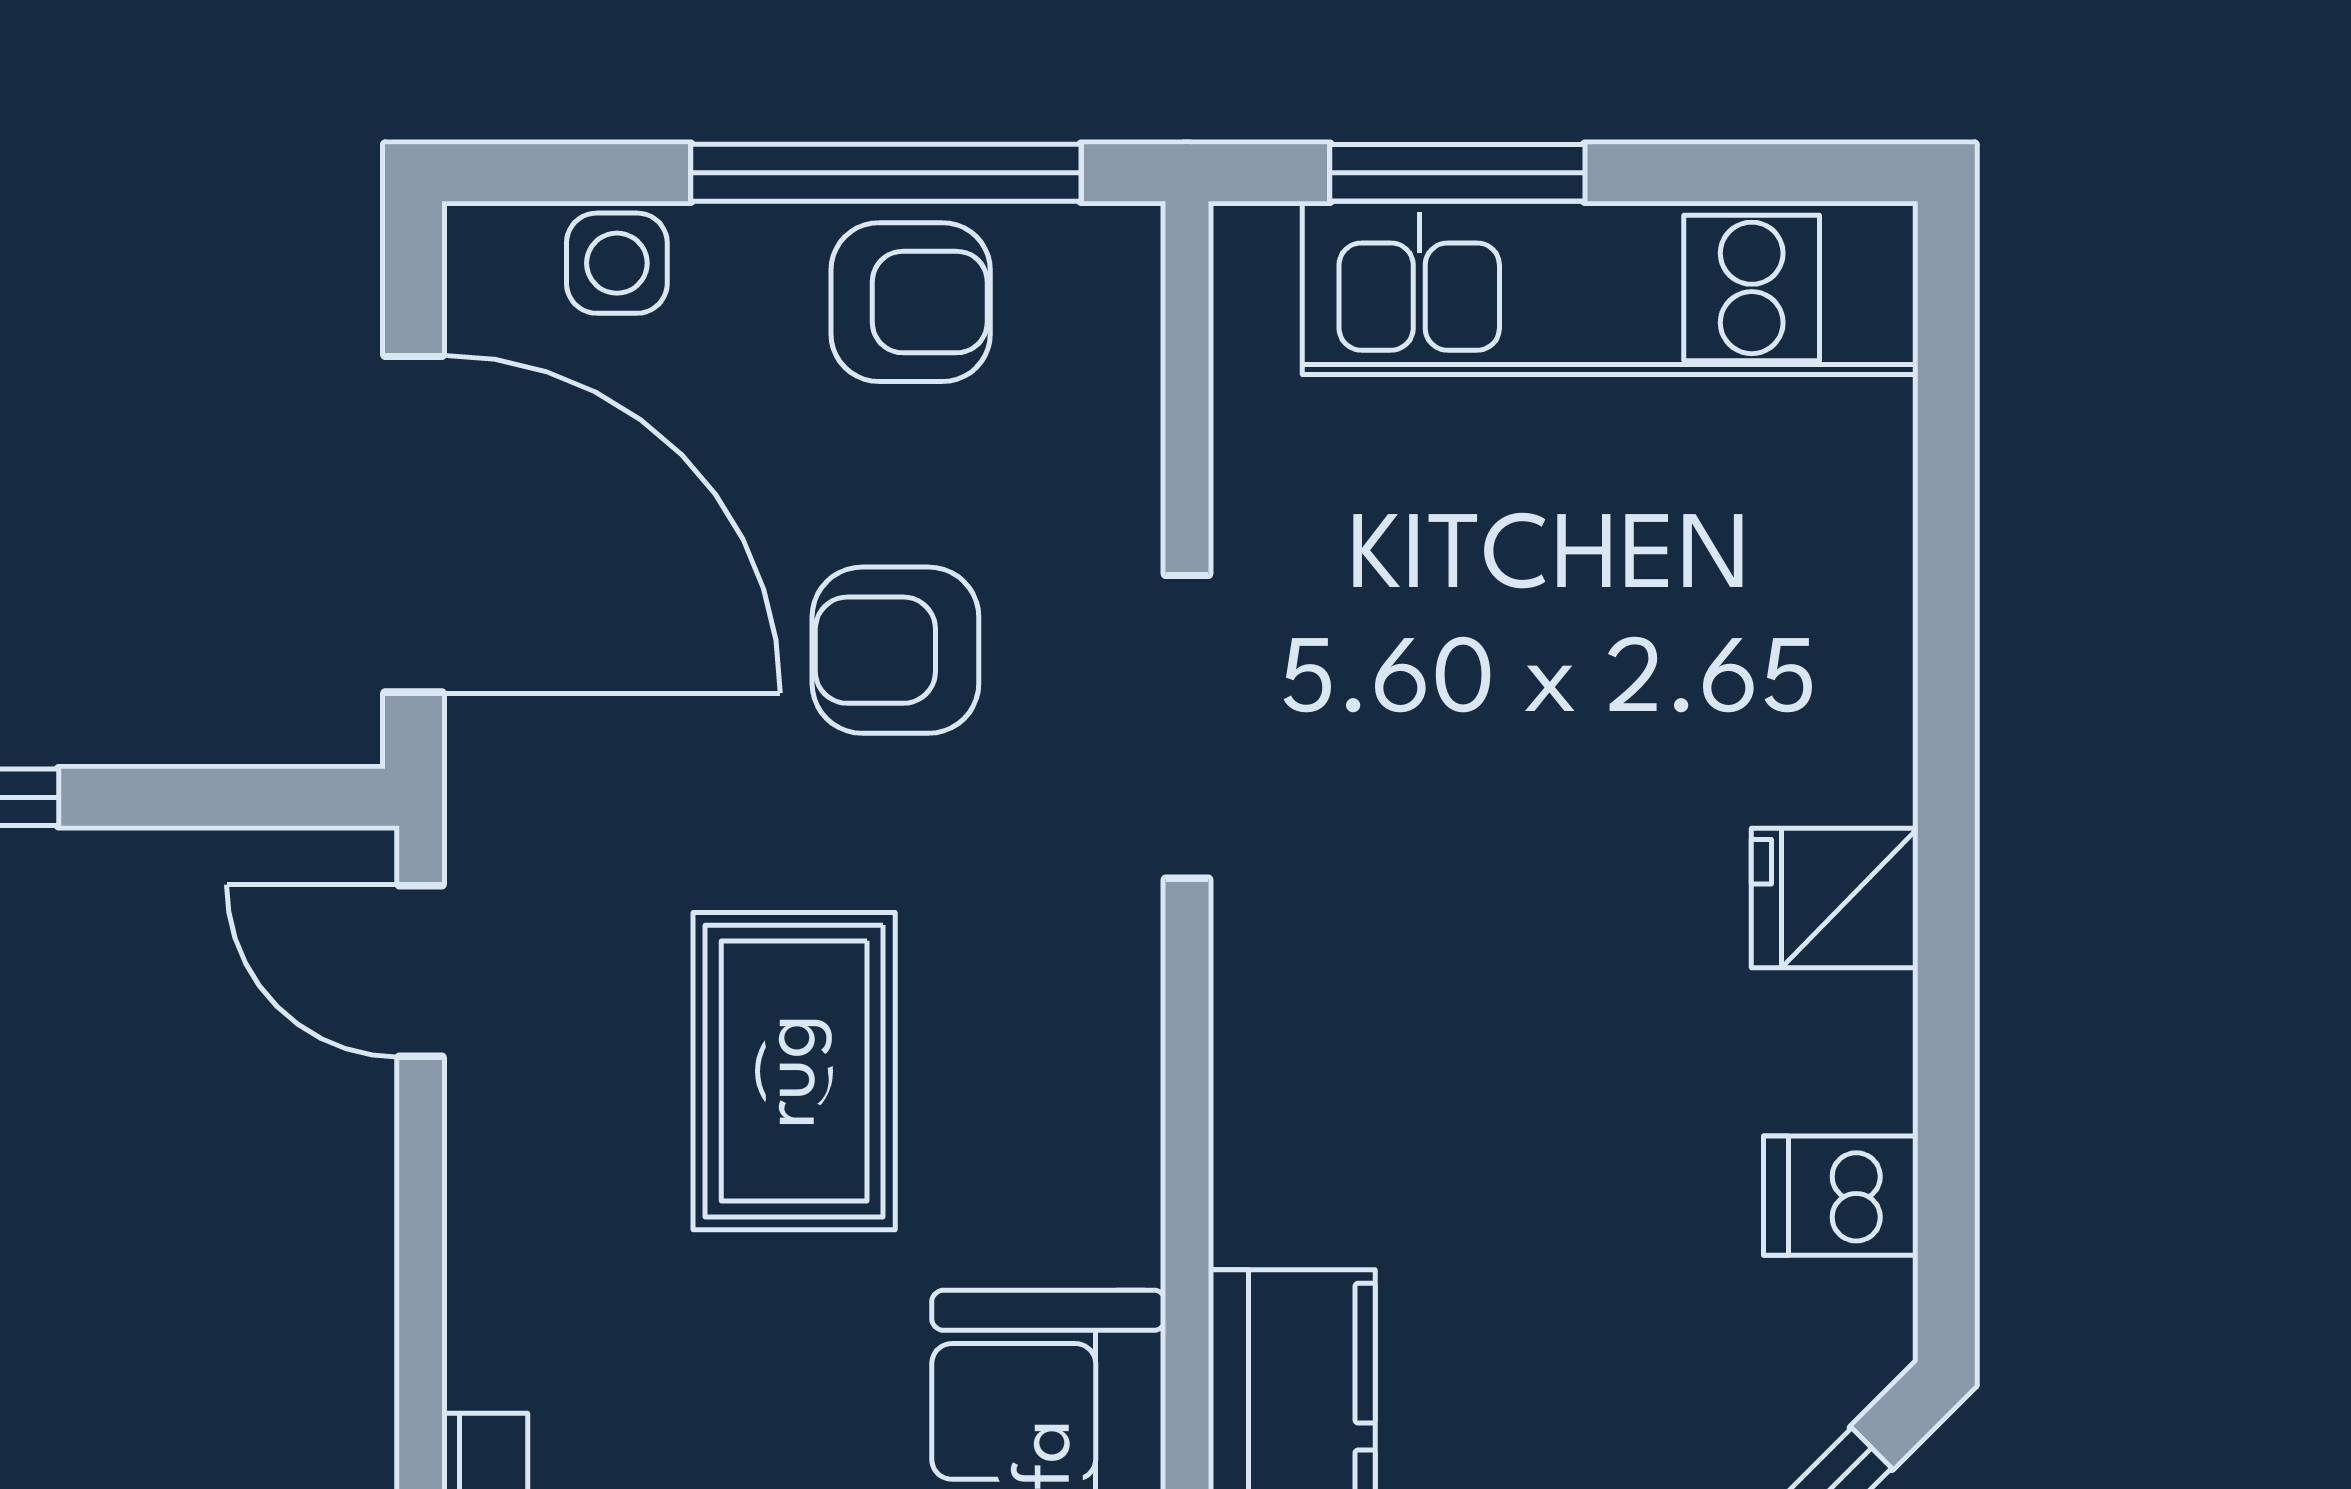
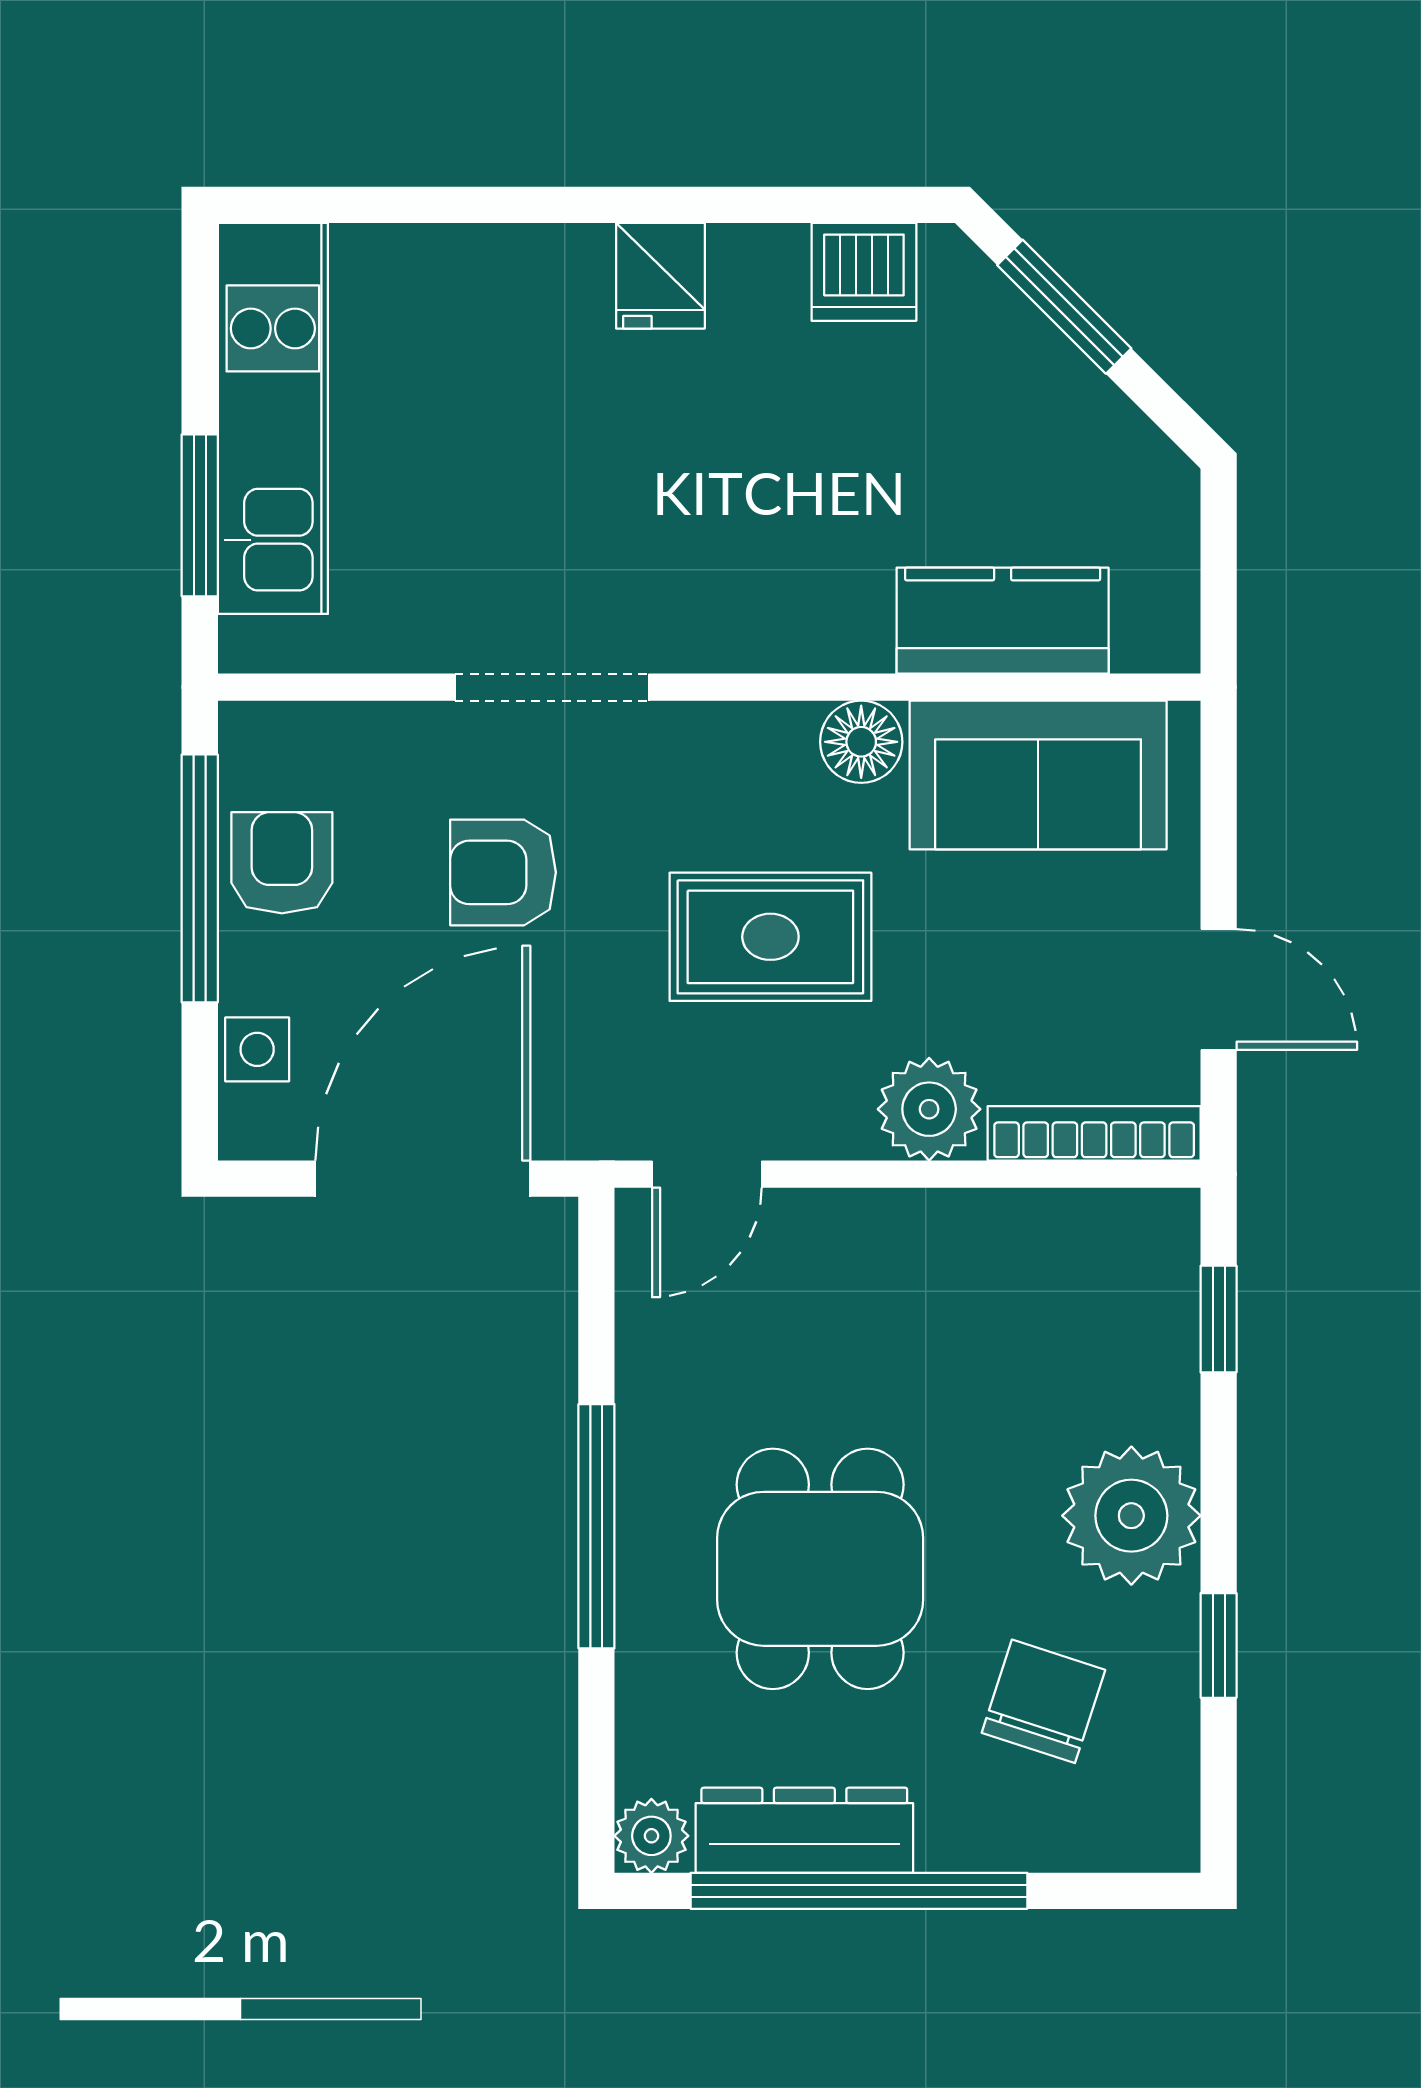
armchair: (895, 650) -> (503, 872), turned 90
dishwasher: (1841, 1196) -> (864, 272), width x1.38
floor lamp: (1101, 1214) -> (861, 742), added
plant: (523, 1321) -> (929, 1109), added

